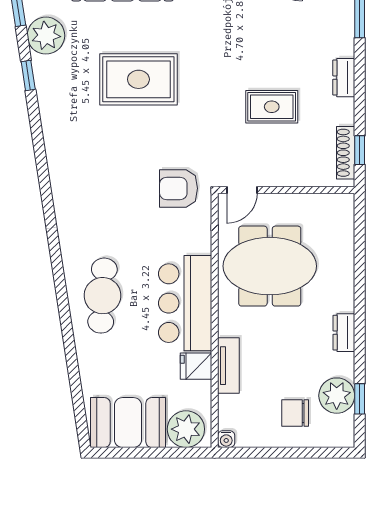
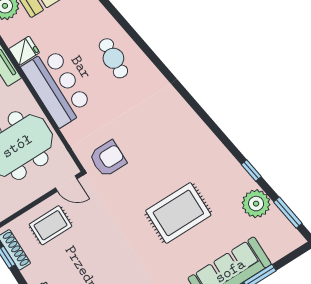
rug: (272, 107) -> (51, 225), moved
door: (242, 190) -> (66, 183), swing flipped
cafe table: (103, 296) -> (113, 58), width x0.73, depth x0.74

